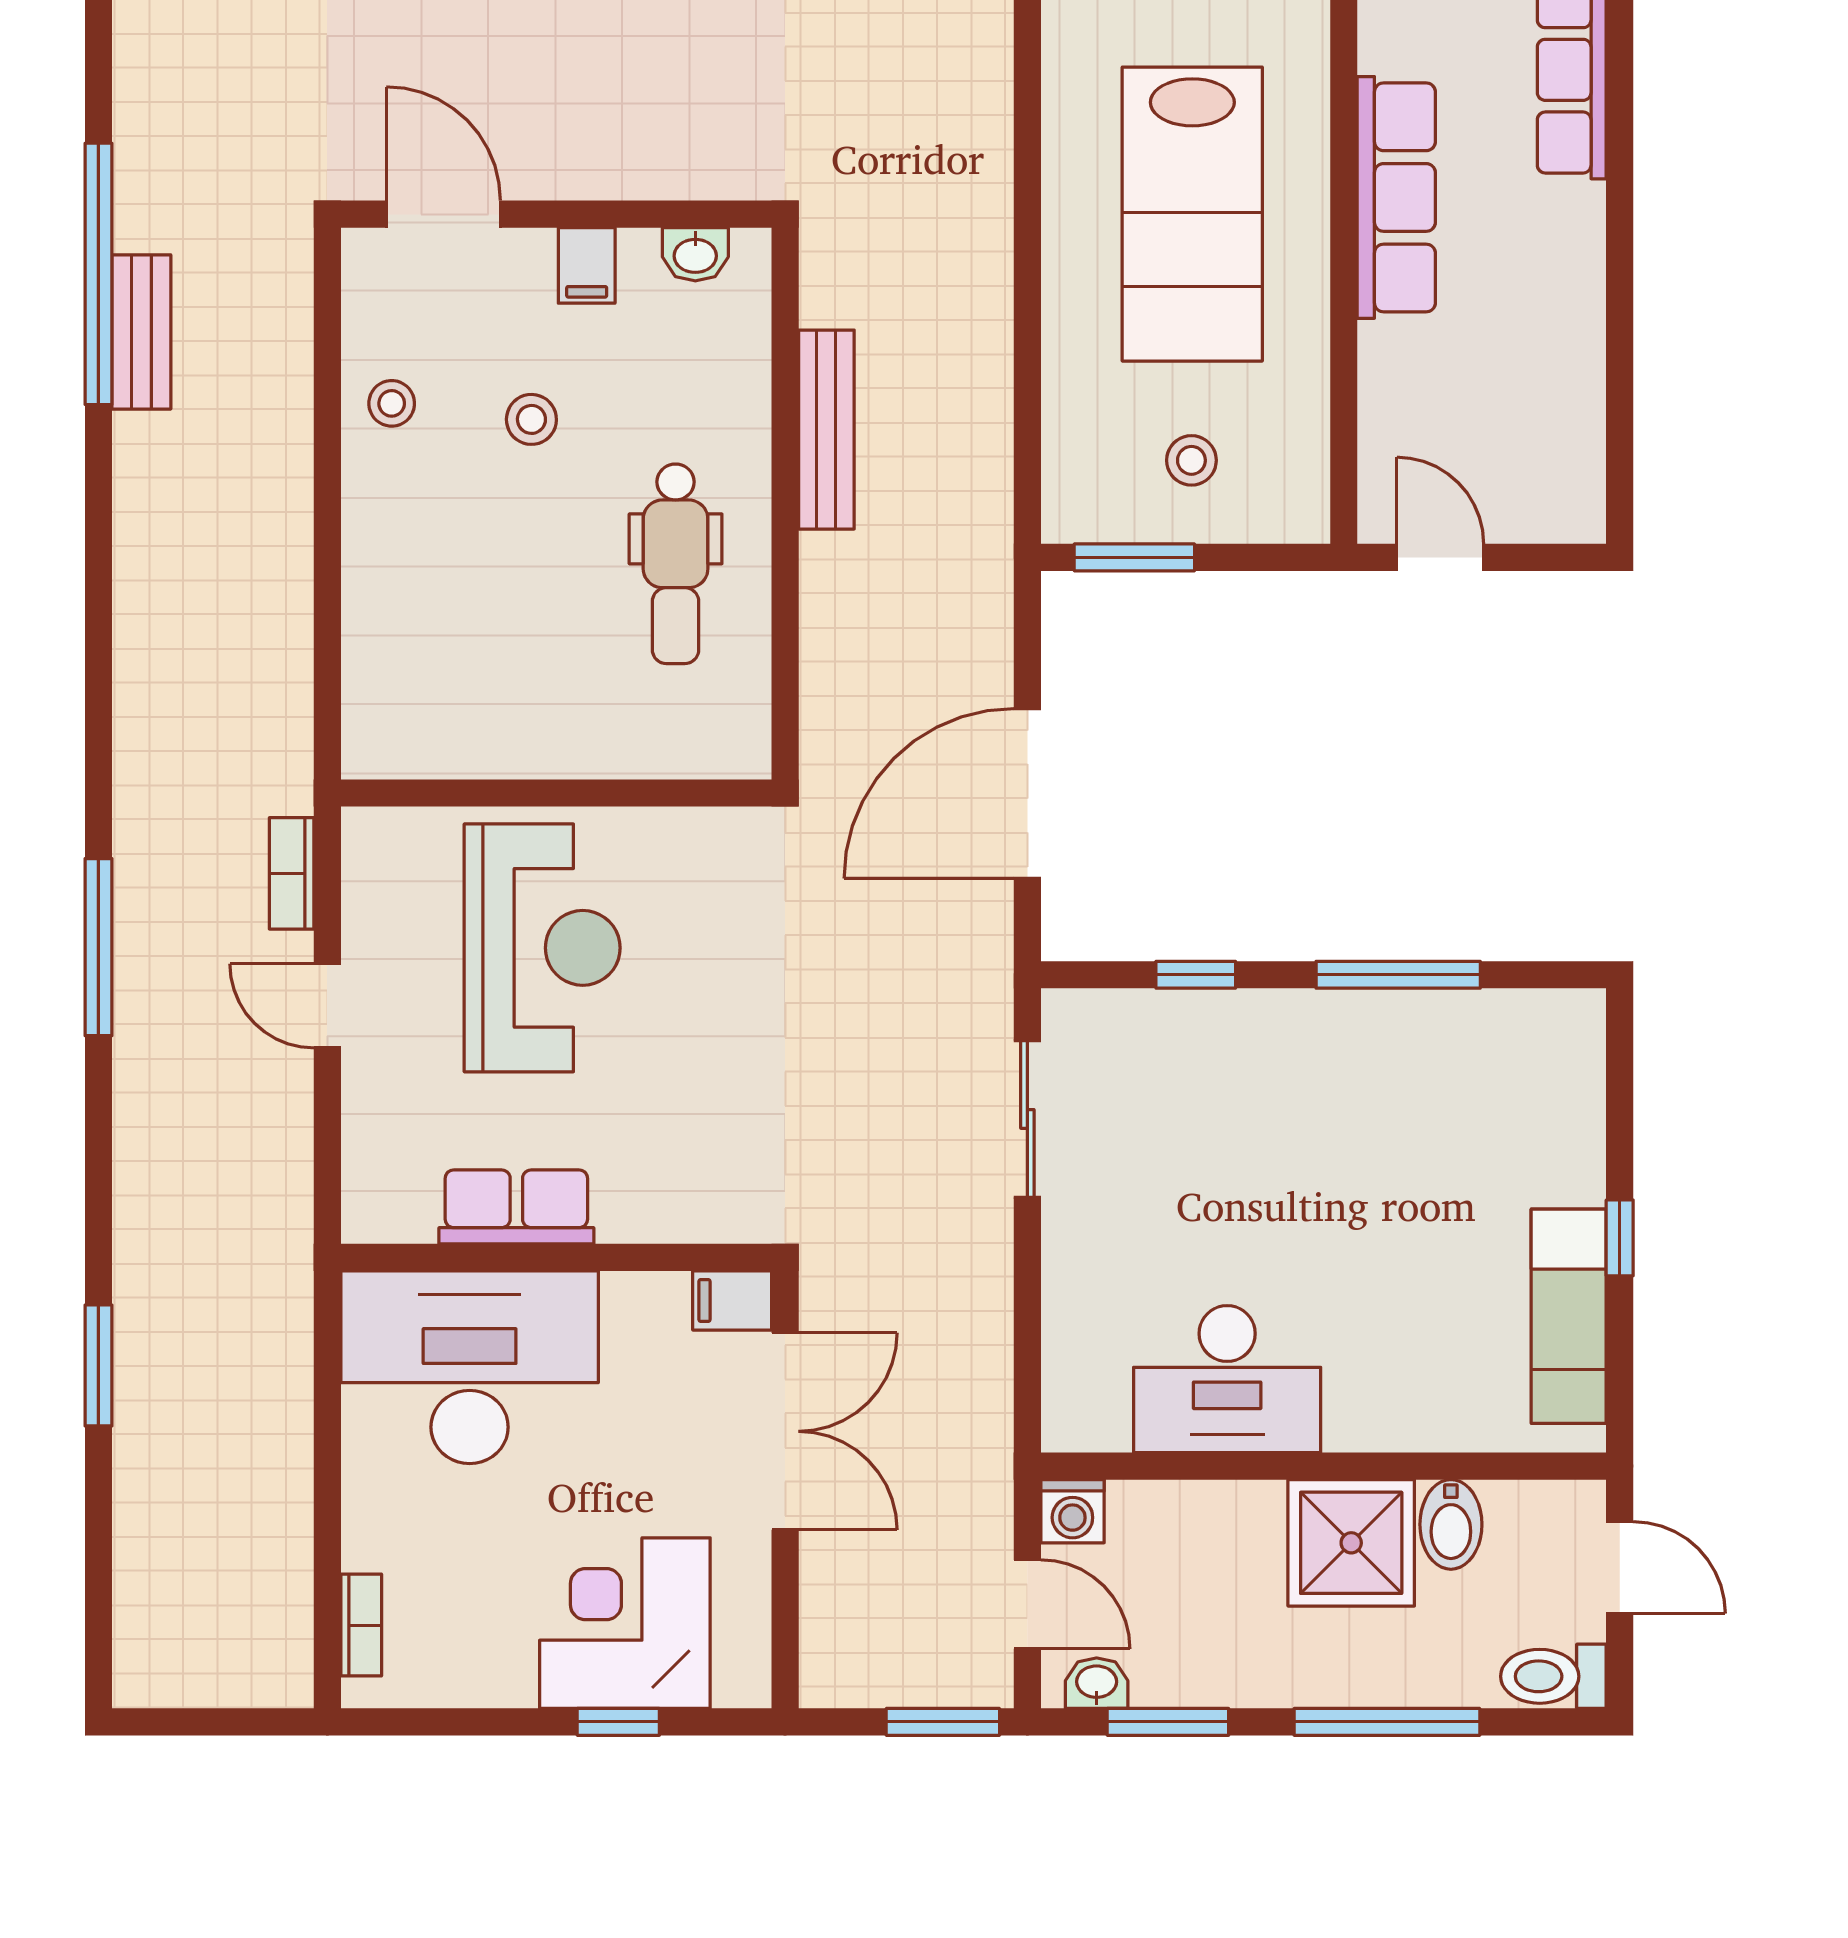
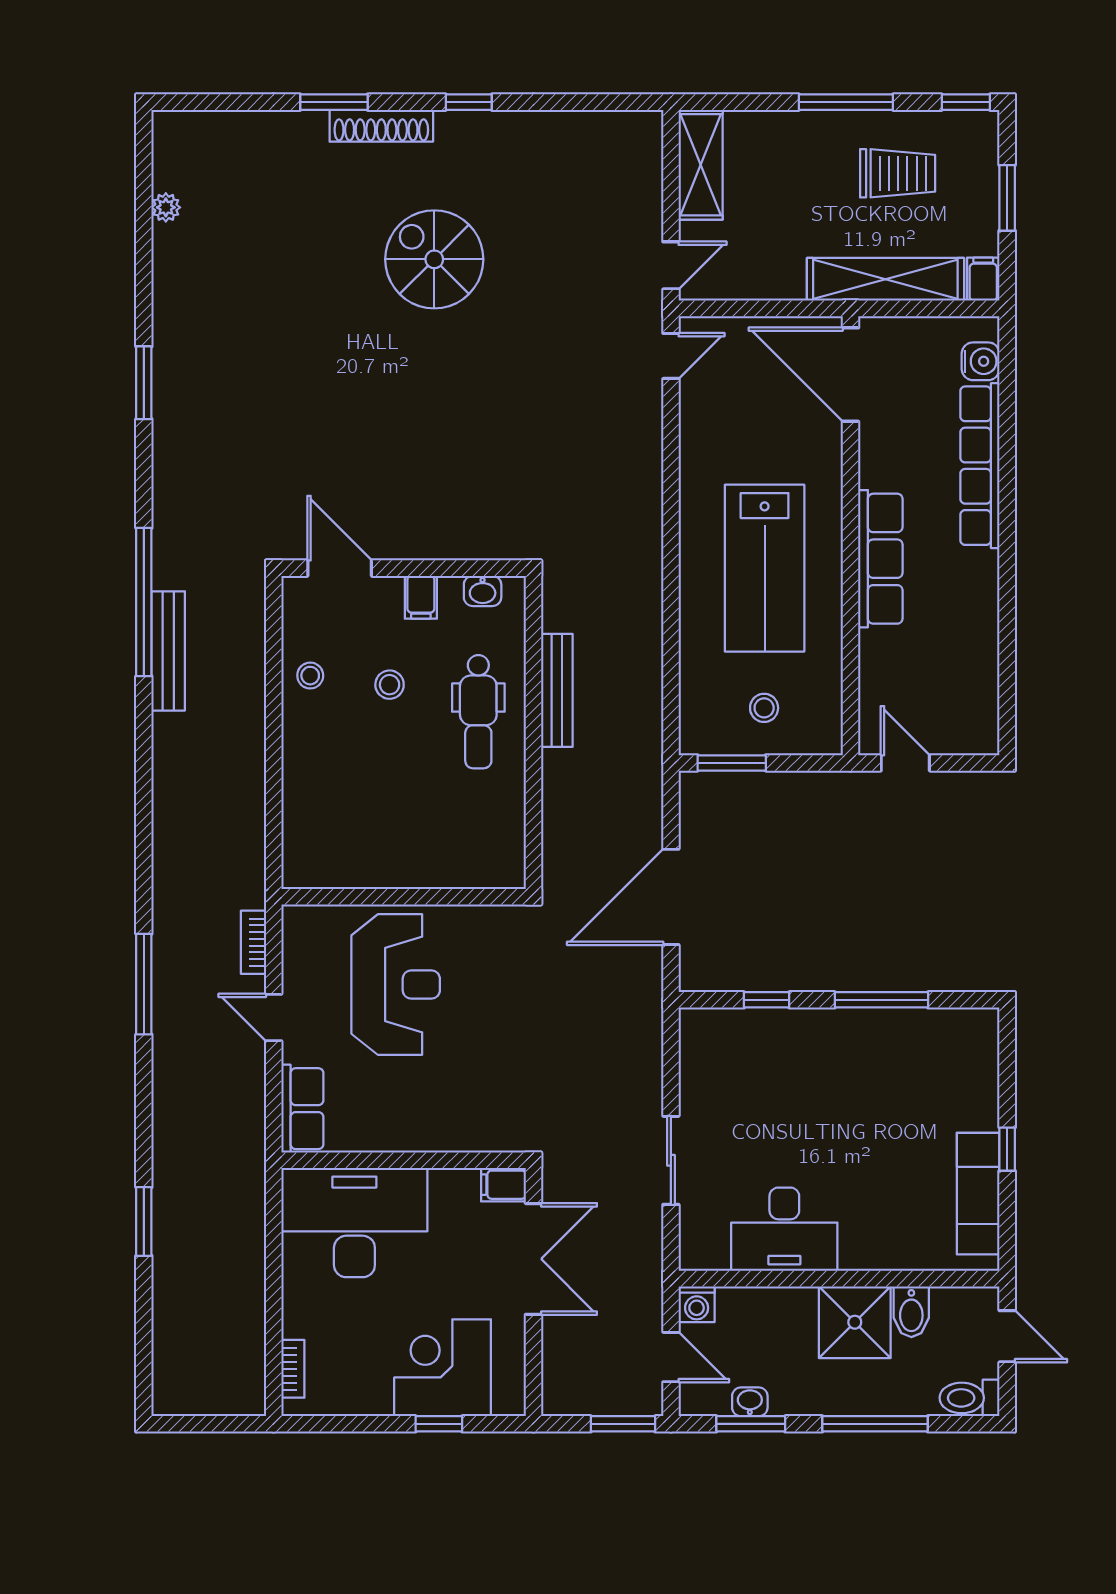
bench: (141, 332) -> (168, 651), width x1.36
dental chair: (676, 564) -> (478, 712), moved
sliding door: (1027, 1119) -> (671, 1160), moved
row of seats: (516, 1207) -> (302, 1109), moved, turned 90
washbasin: (1097, 1683) -> (750, 1402), moved

